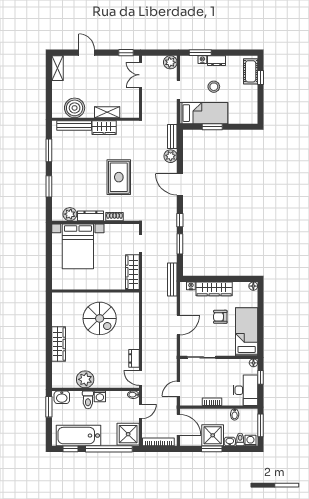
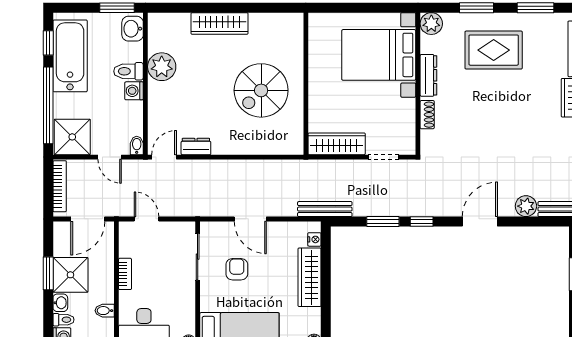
rug: (119, 177) -> (494, 50), moved
plant: (70, 214) -> (431, 24), moved
armchair: (220, 317) -> (237, 269), moved

